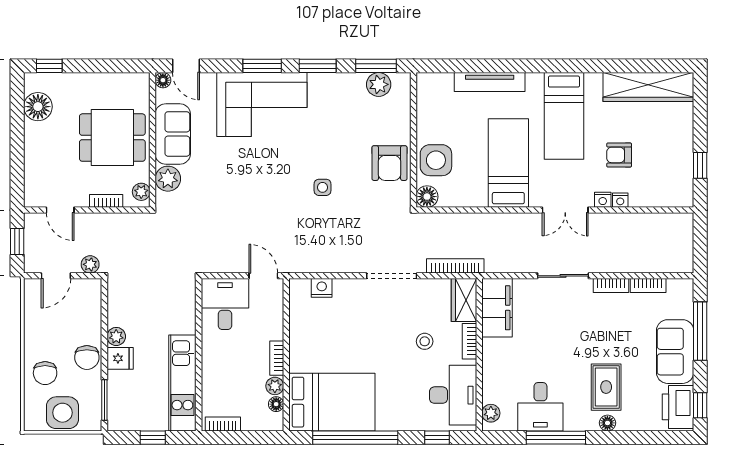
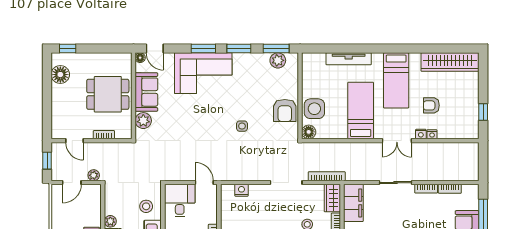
plant: (141, 192) -> (126, 129), removed
stool: (172, 313) -> (146, 206), added

